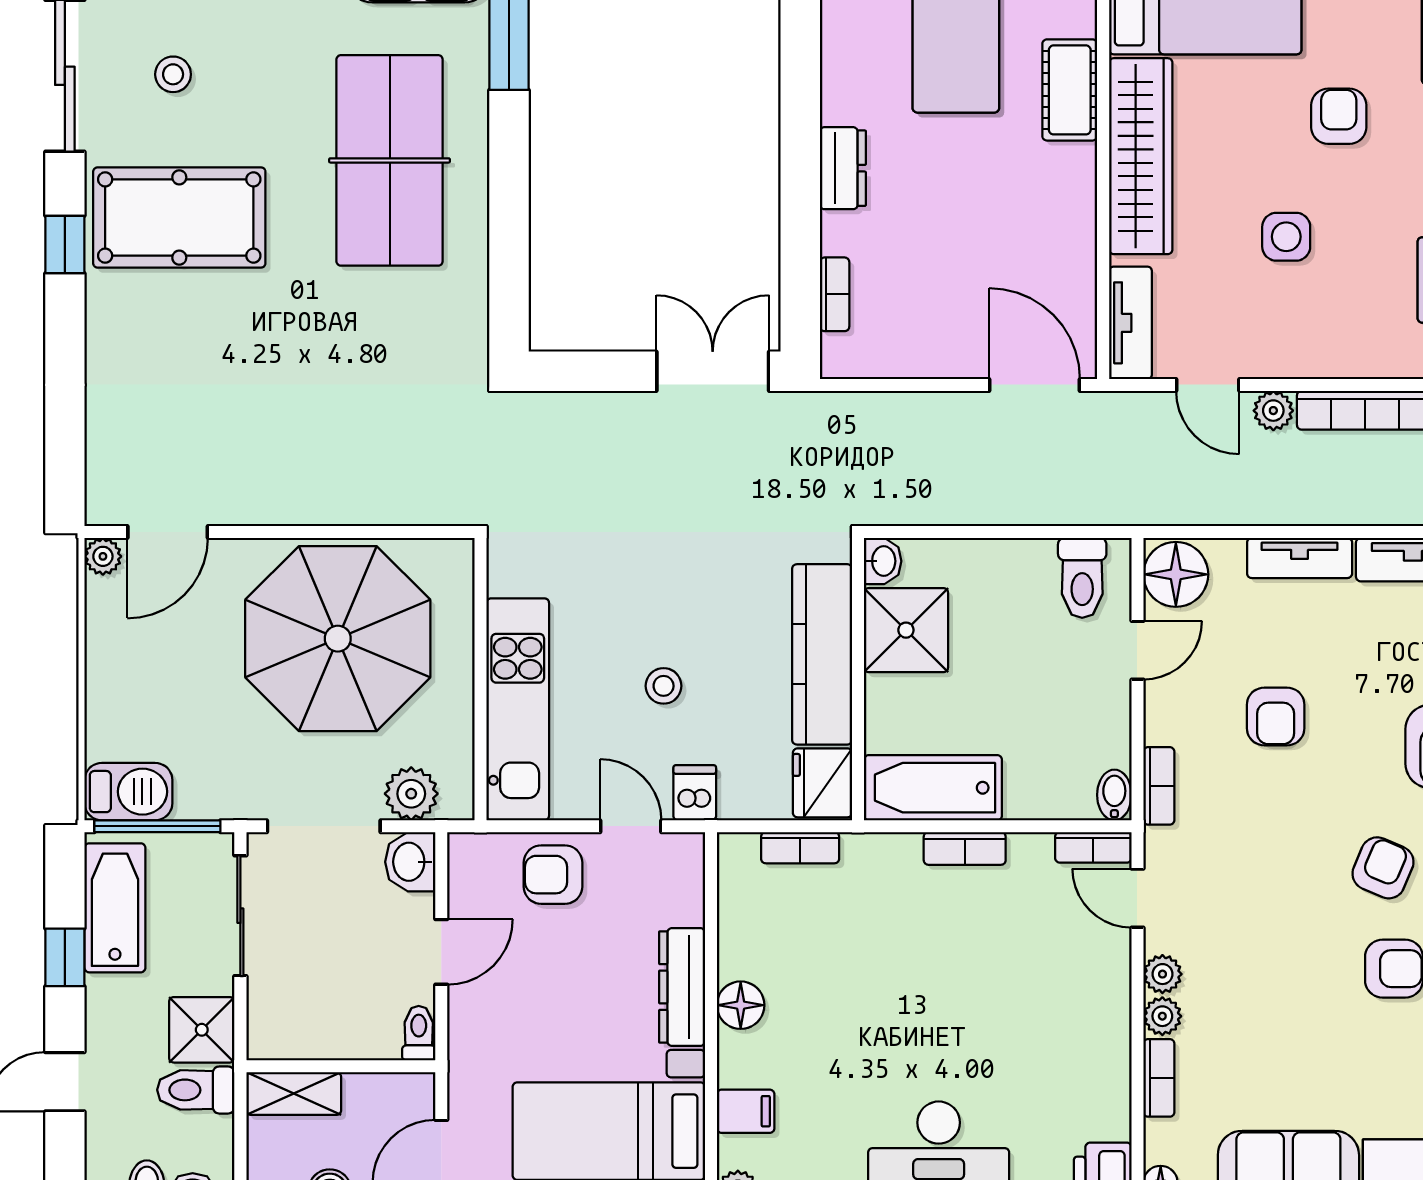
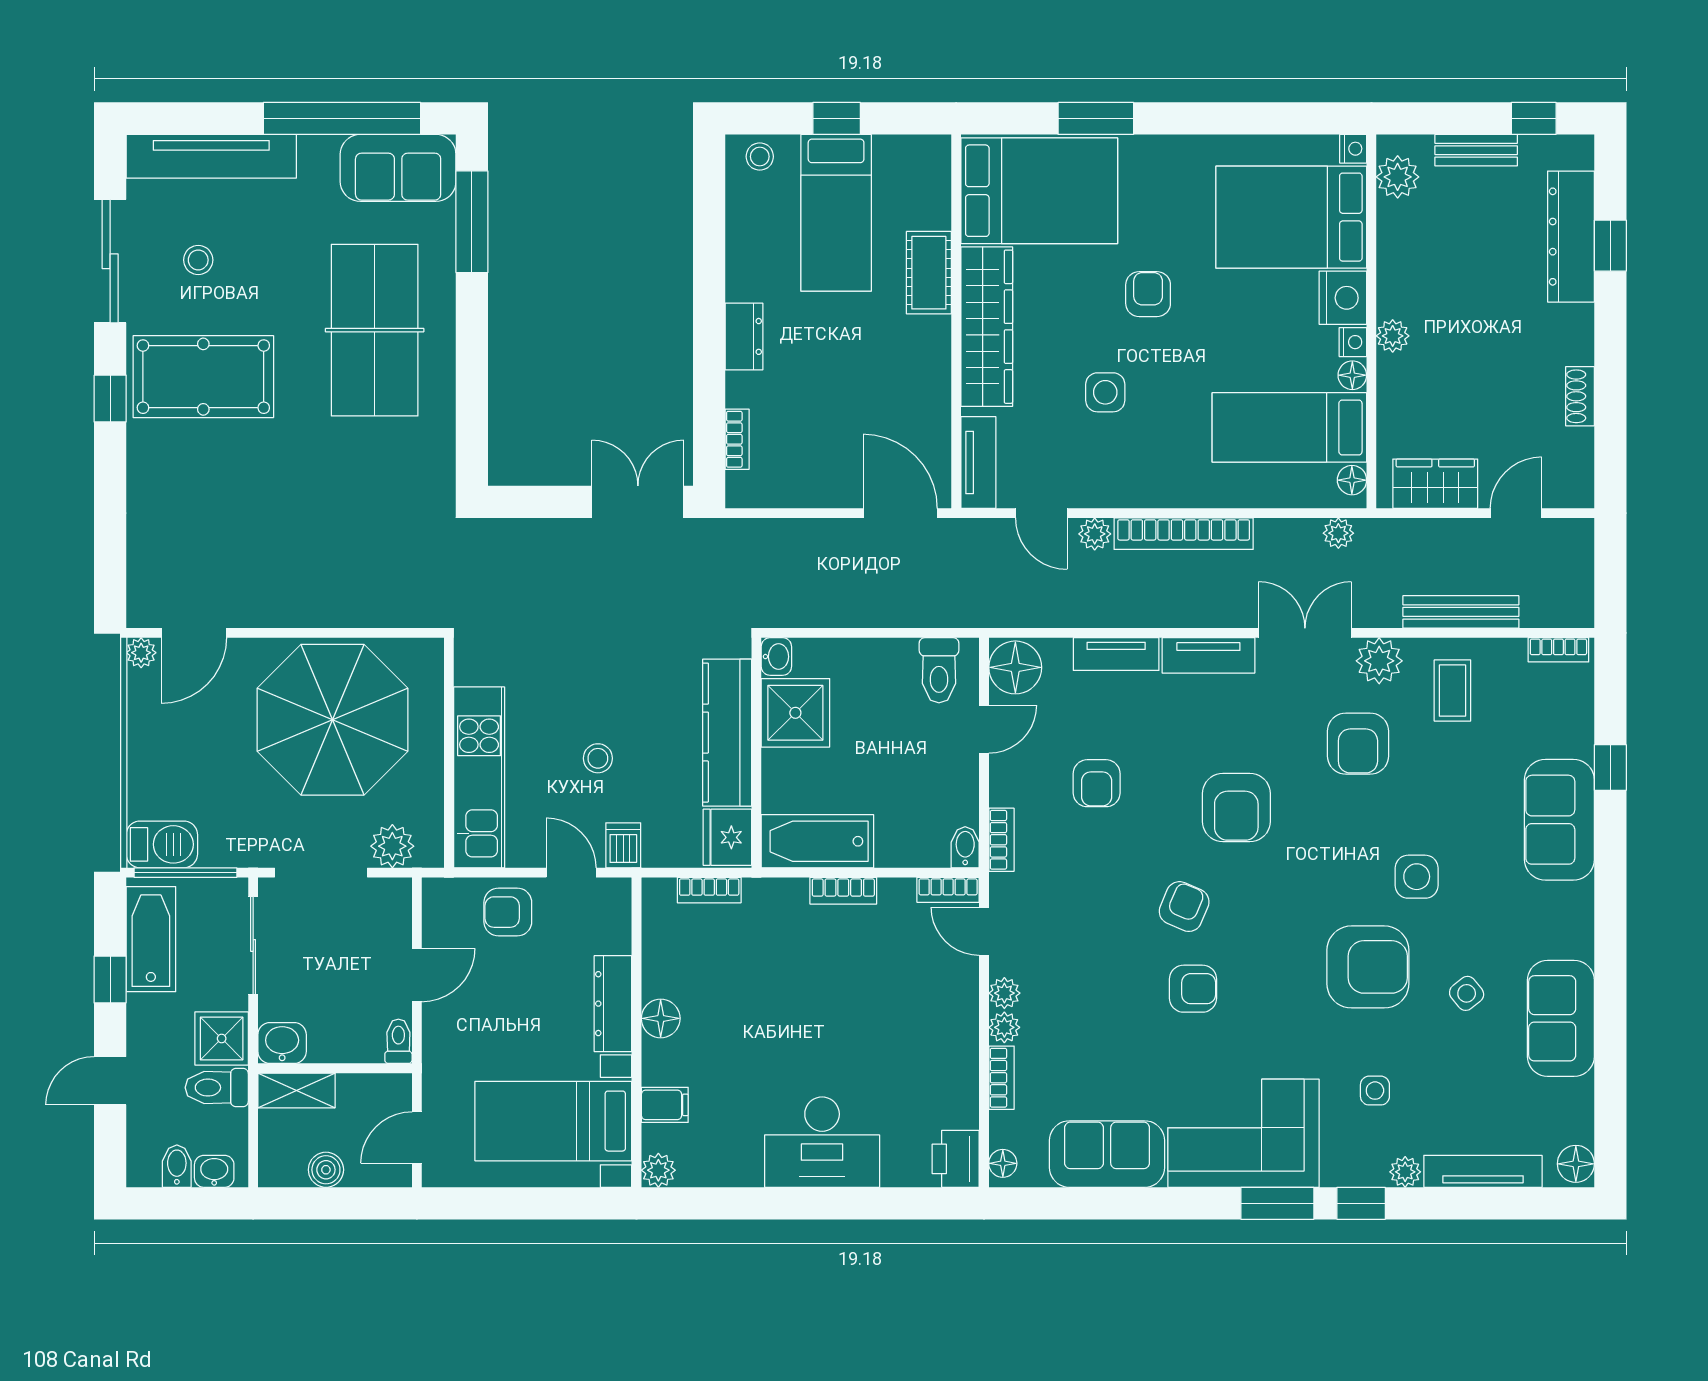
washbasin: (410, 862) -> (282, 1043), moved, turned 90

